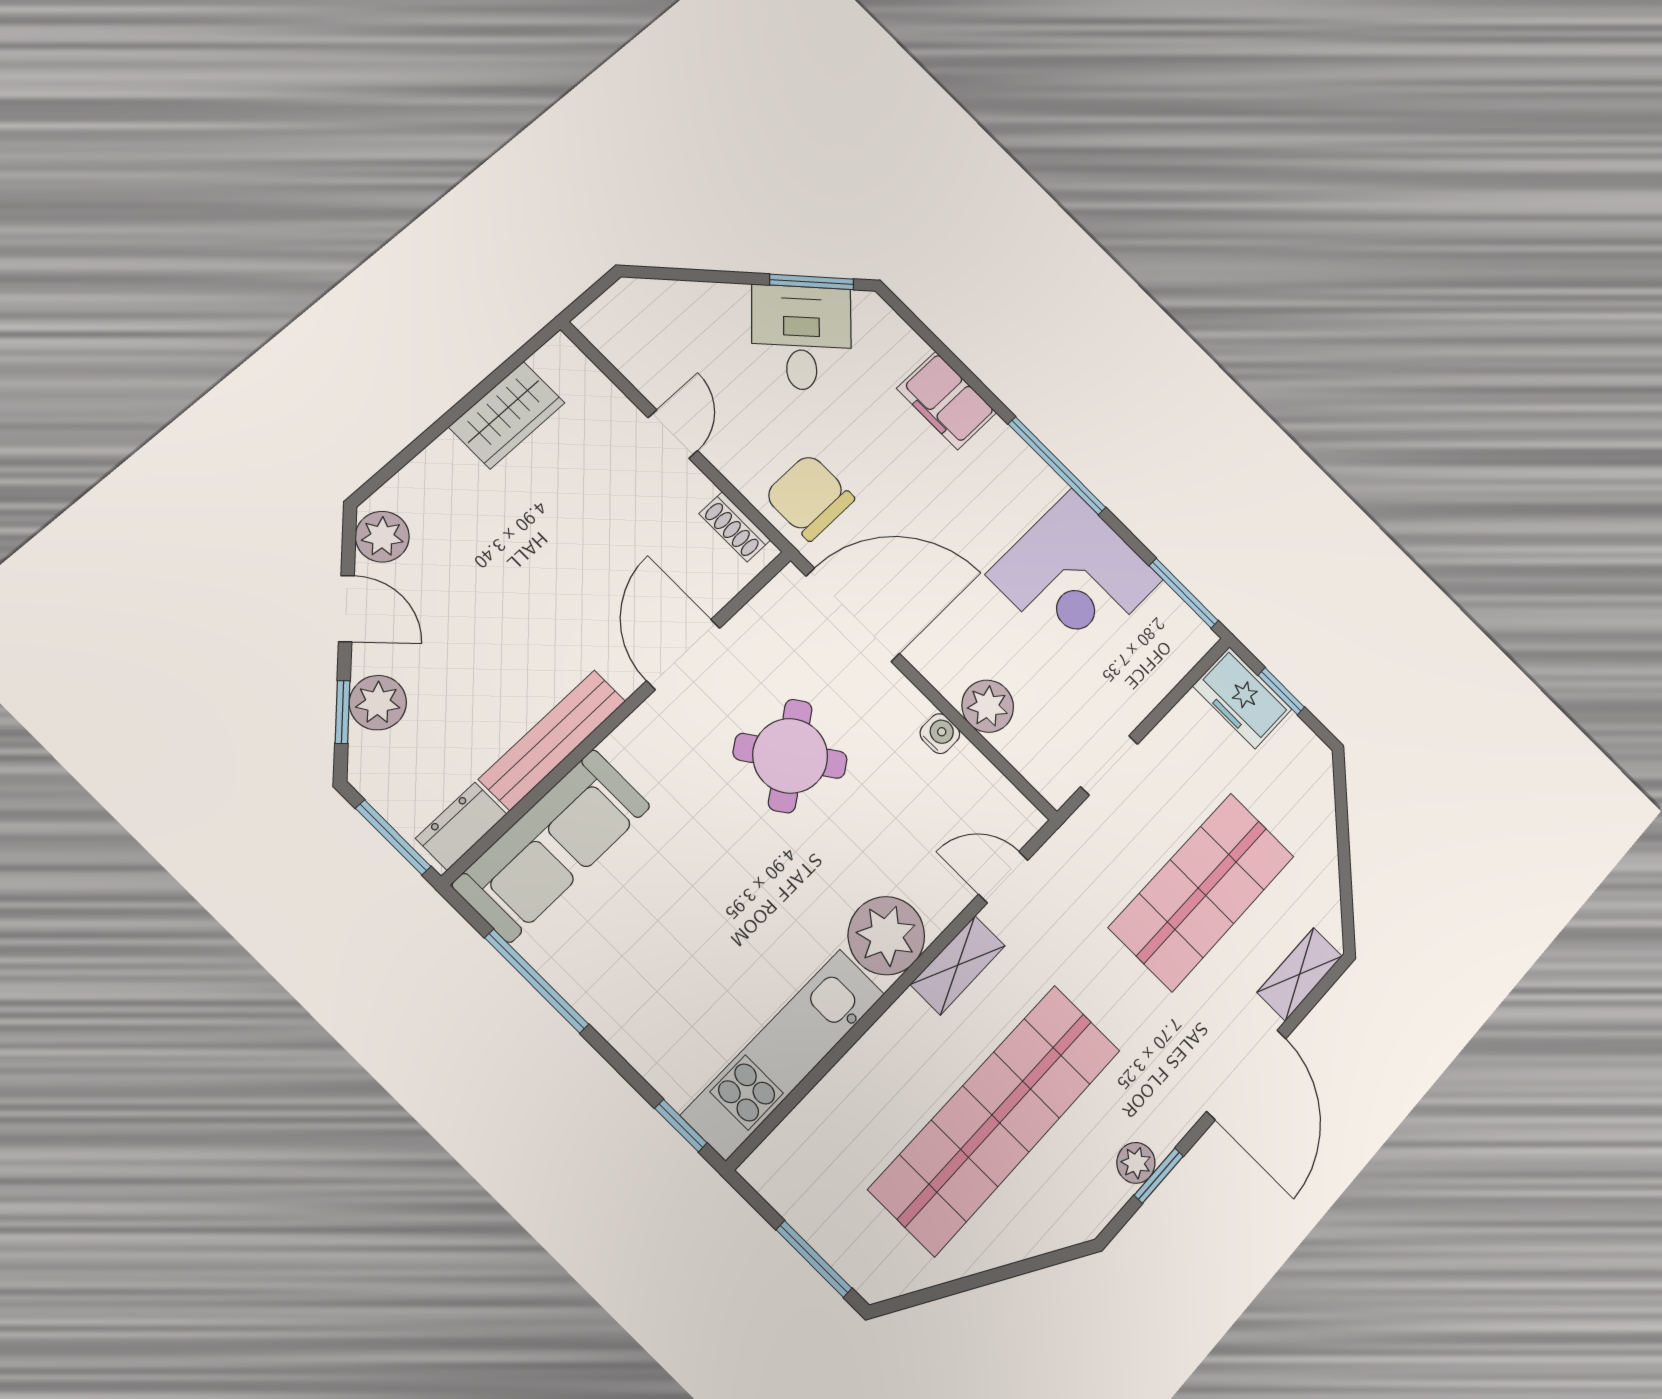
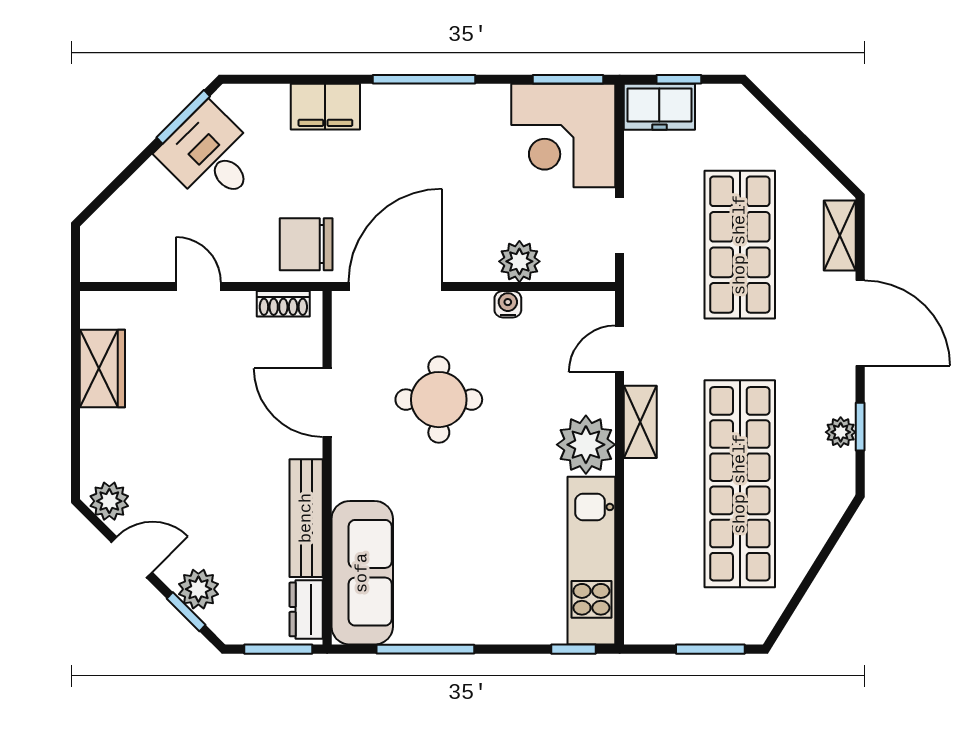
corner desk: (1075, 577) -> (563, 136), moved, turned 90
round table: (790, 756) -> (439, 400), turned 35

